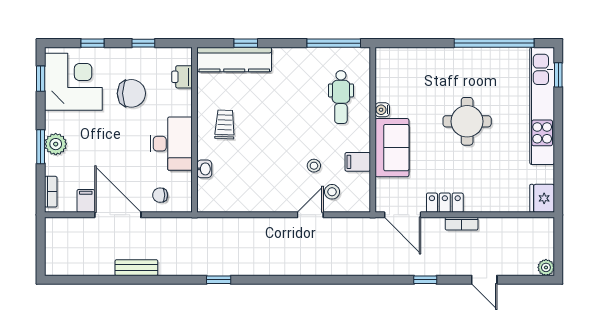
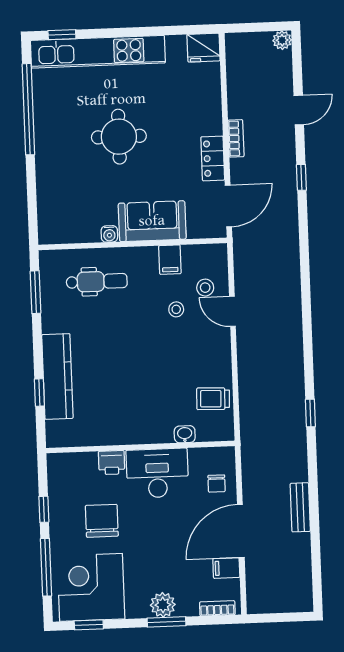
window: (93, 43) -> (46, 567), width x2.17
window: (334, 43) -> (36, 292), width x0.69
kitchen counter: (234, 59) -> (57, 376), moved
printer: (182, 77) -> (112, 463), moved
trolley: (225, 124) -> (213, 399), moved

